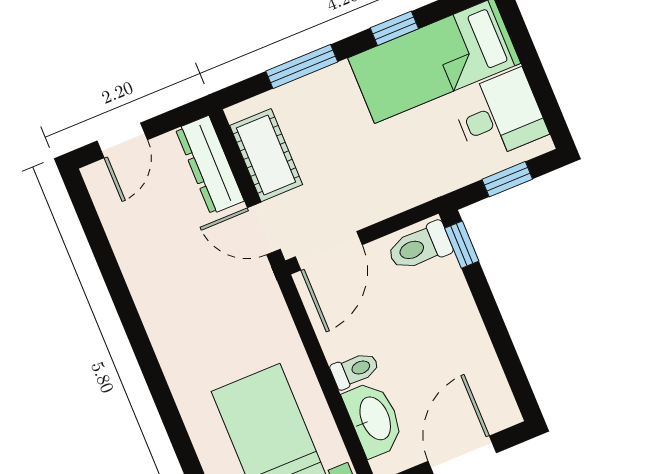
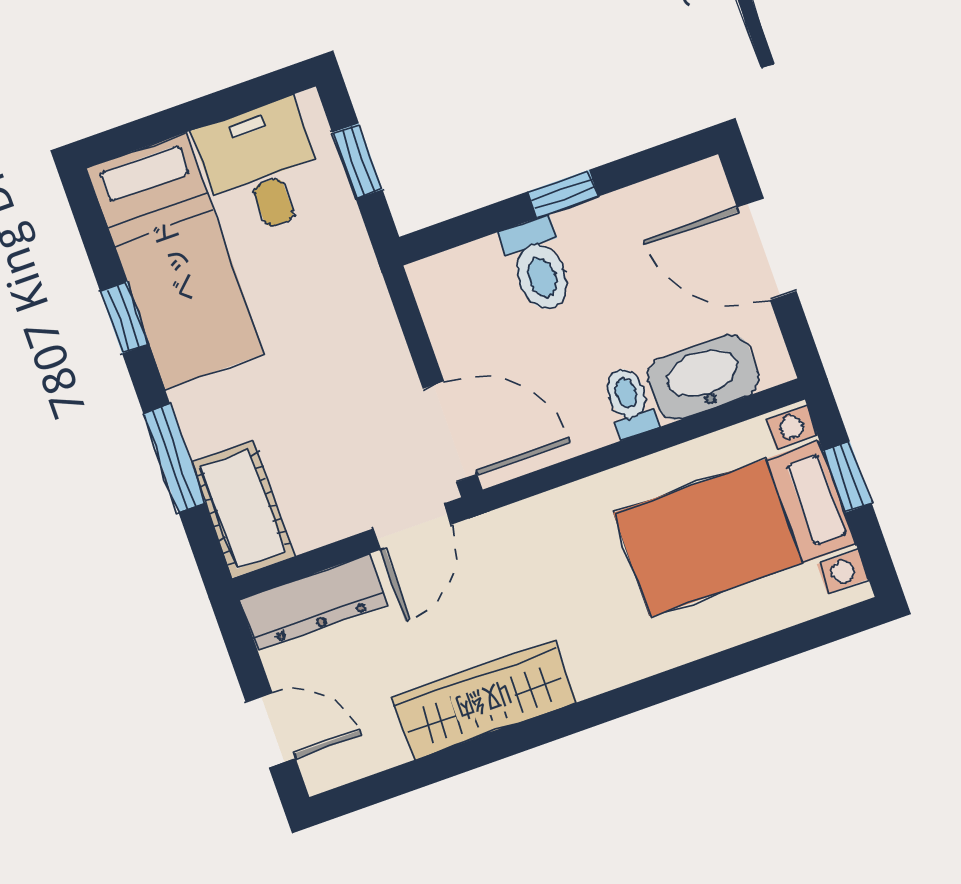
cot: (266, 155) -> (243, 509), moved, turned 90
window: (462, 245) -> (563, 194), moved
toilet: (420, 247) -> (538, 266), moved
wardrobe: (150, 283) -> (484, 700), added

